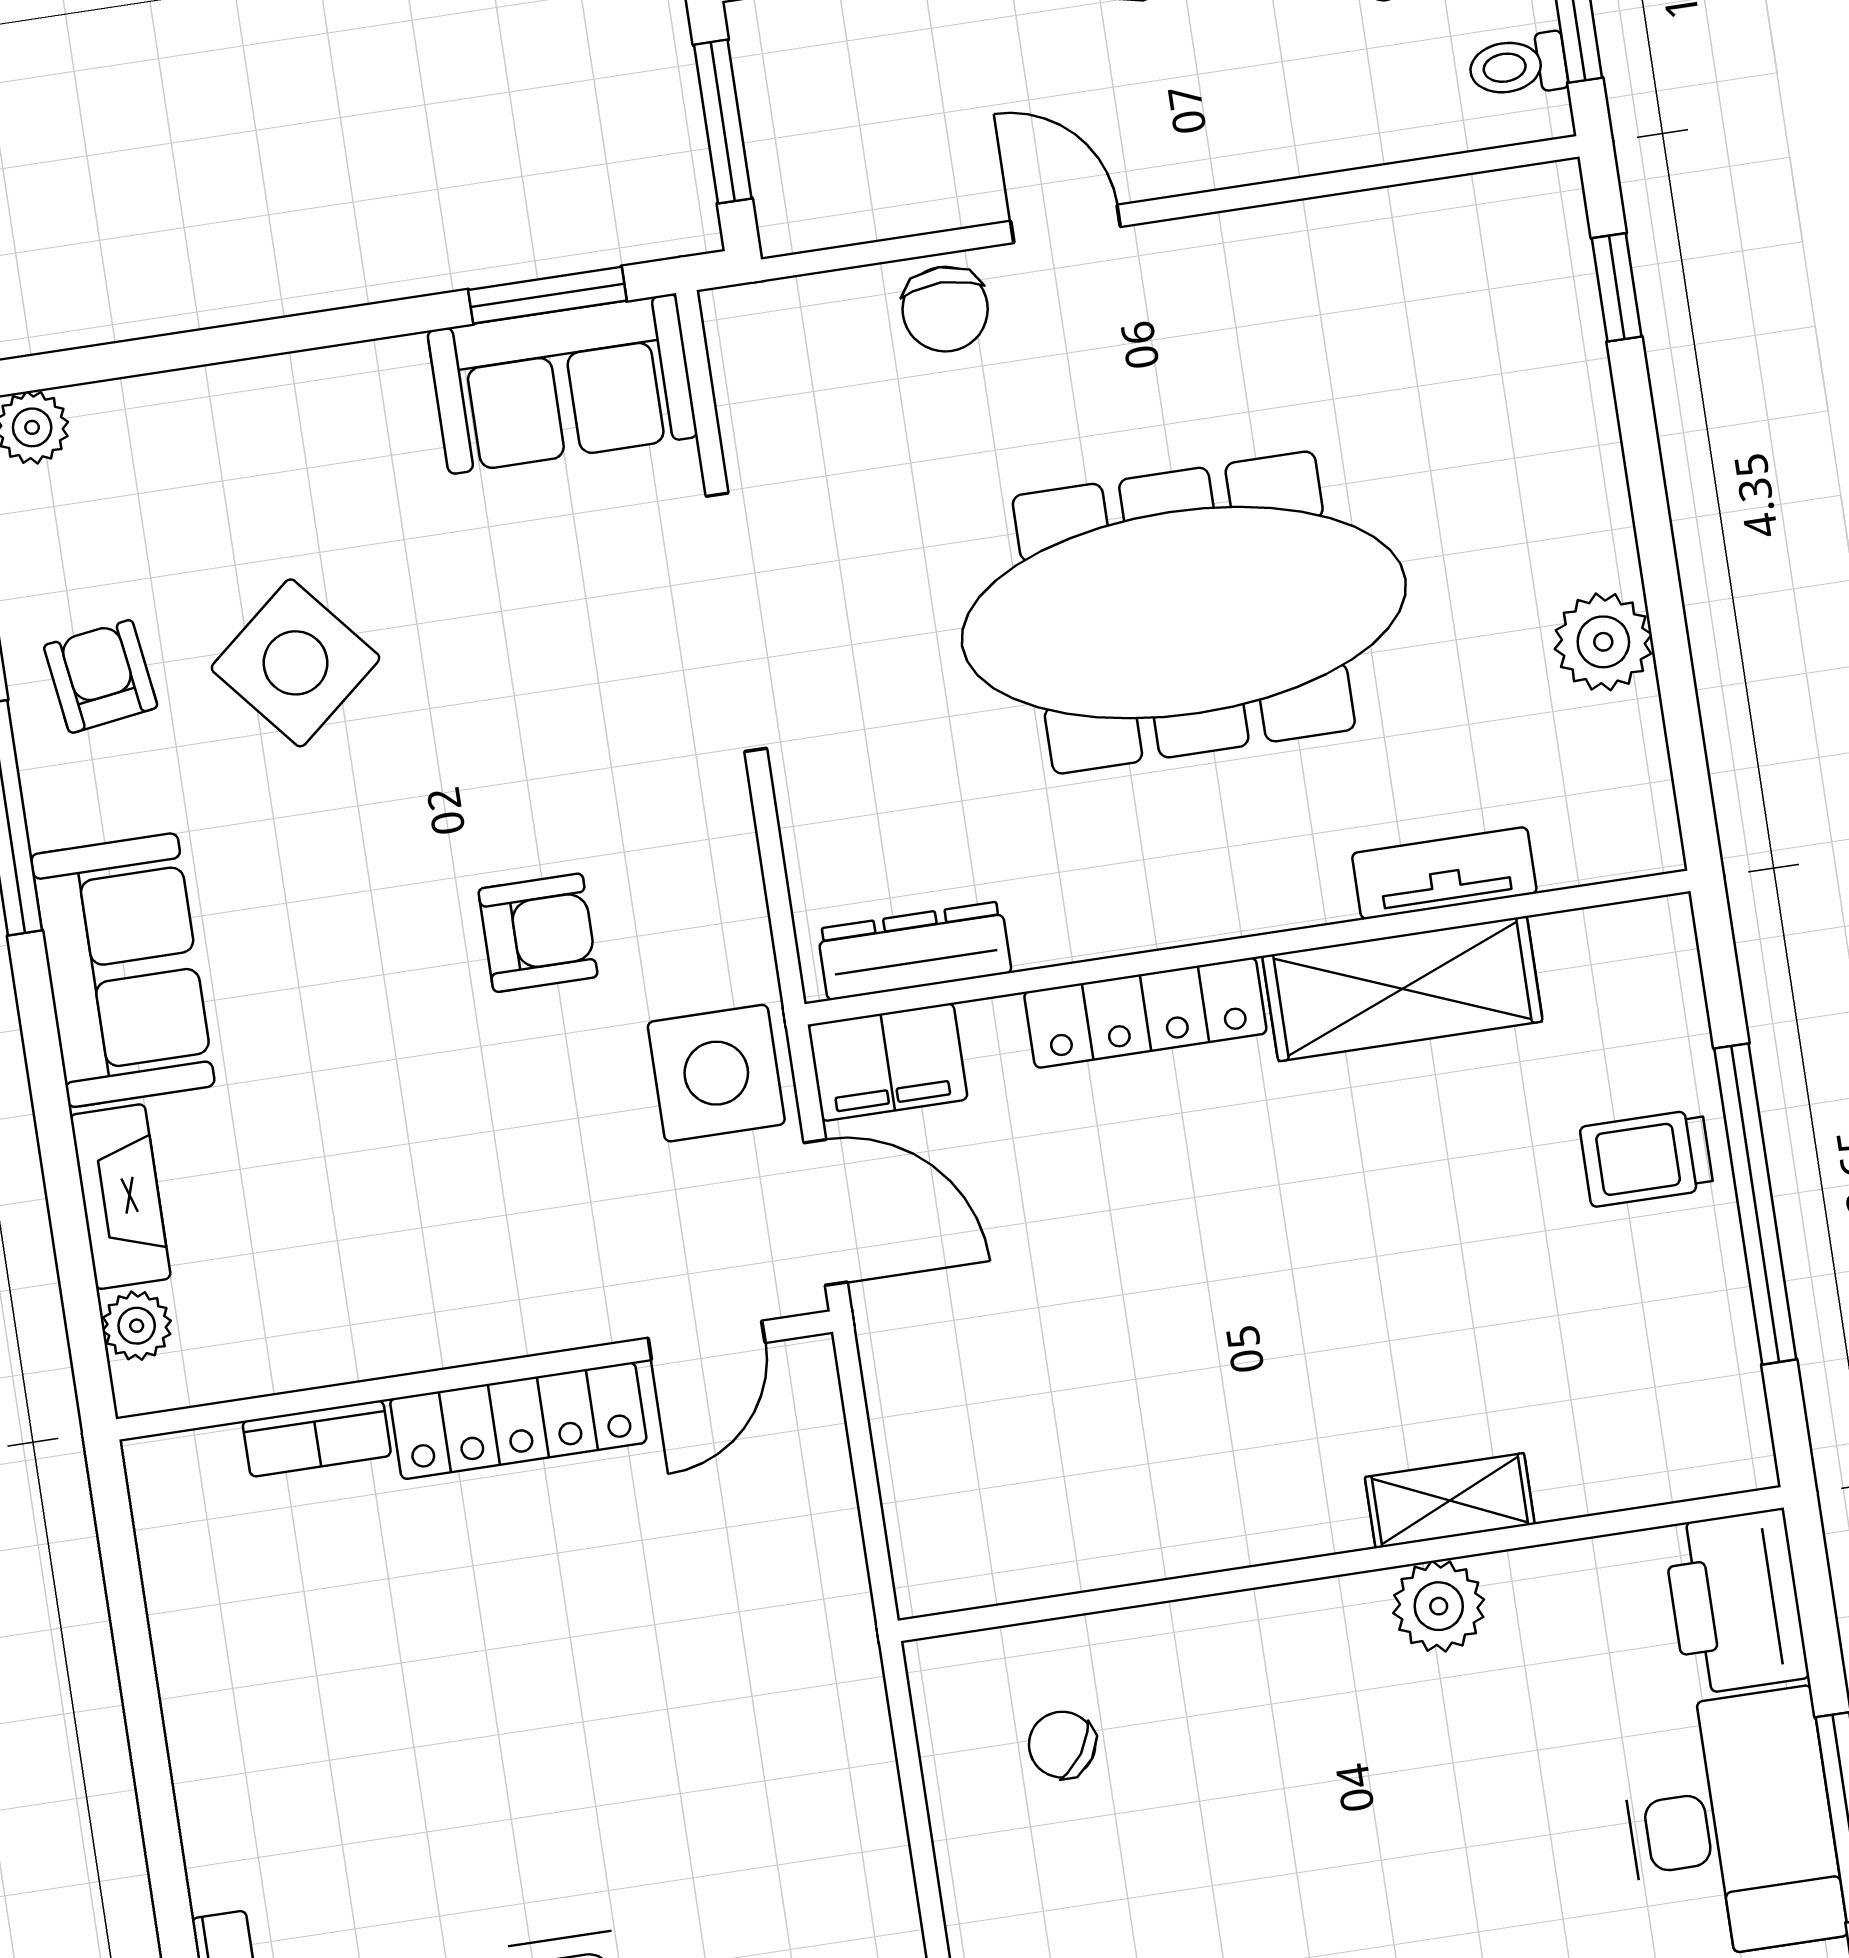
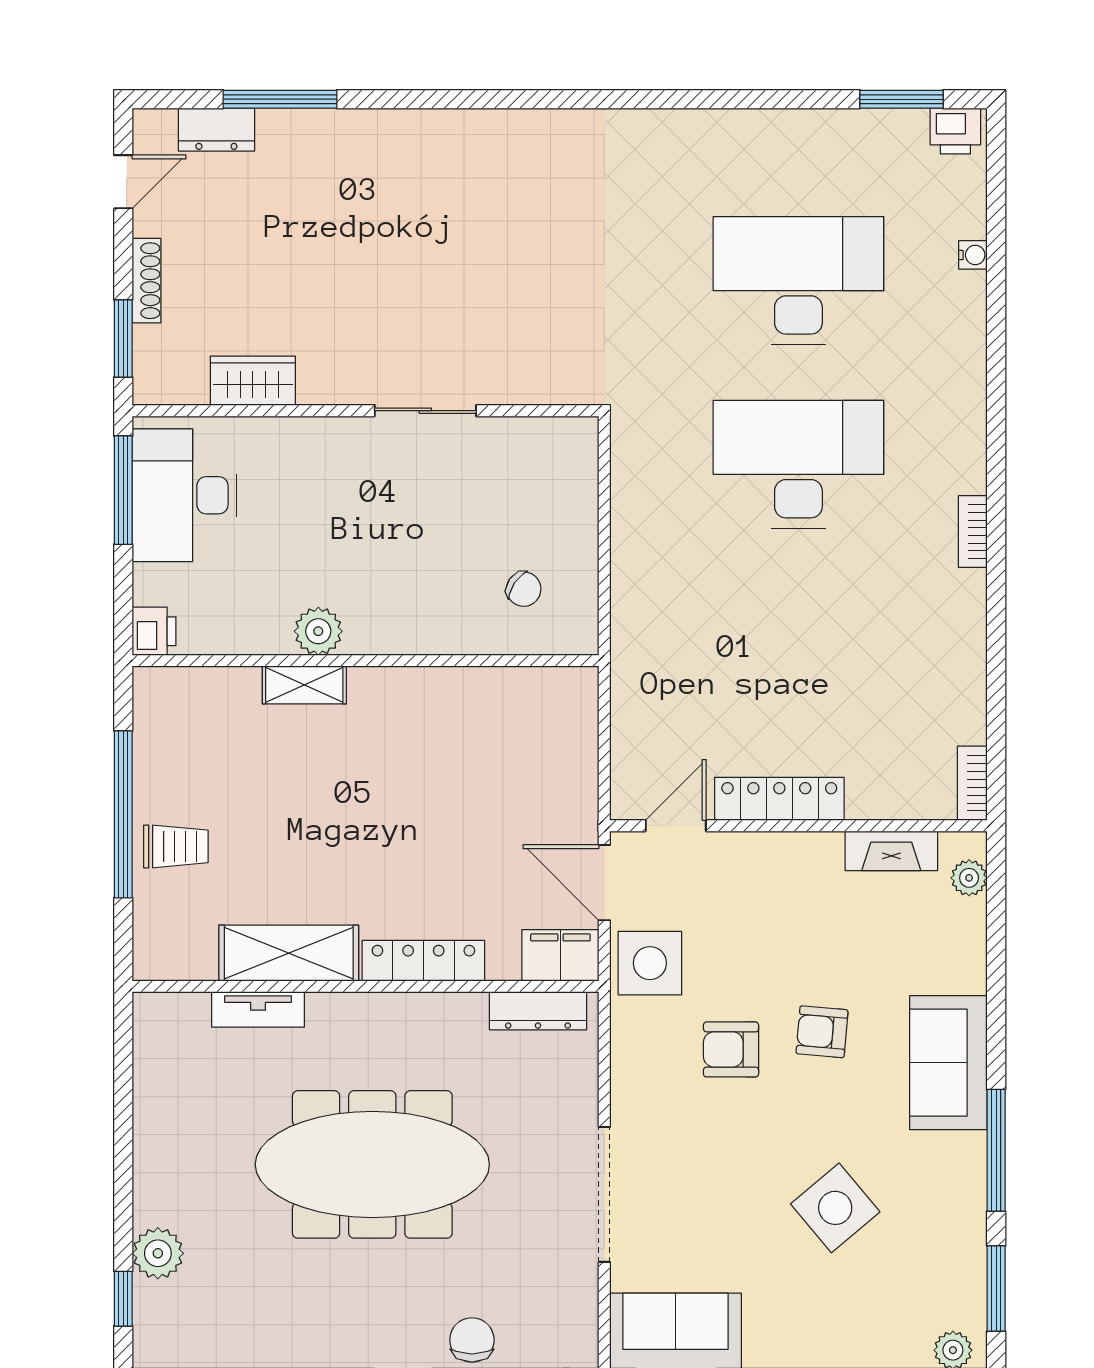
plant: (1603, 642) -> (158, 1253), moved
armchair: (101, 676) -> (822, 1032), moved, turned 103
fireplace: (120, 1197) -> (891, 851), moved, turned -90
bookcase: (317, 1438) -> (972, 783), moved, turned -90
printer: (1736, 1602) -> (154, 631), width x0.53, depth x0.68

